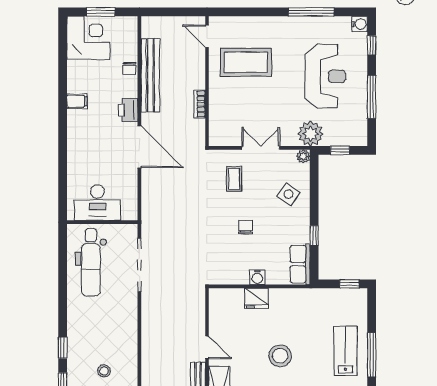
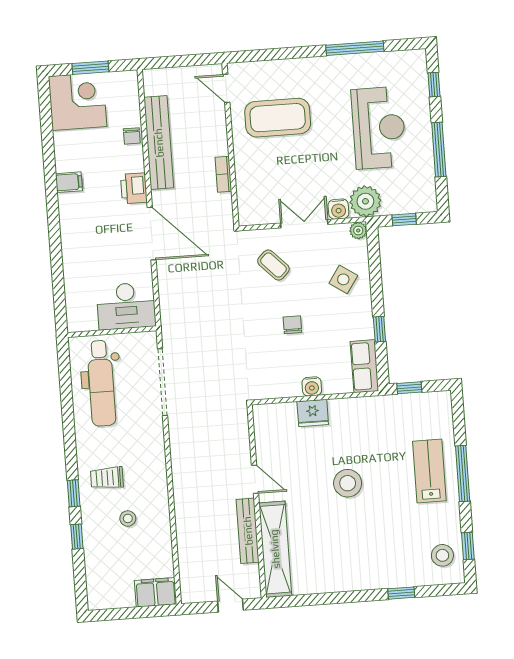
water cooler: (359, 24) -> (338, 209), moved, turned 90
coffee table: (234, 179) -> (273, 265), turned -44
desk: (97, 203) -> (126, 306), moved
window: (349, 284) -> (409, 388), moved
trolley: (90, 338) -> (107, 478), added

